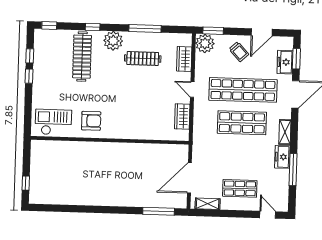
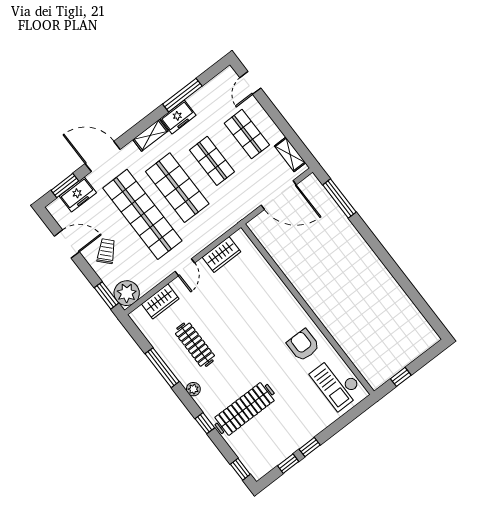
plant: (113, 41) -> (193, 389), width x0.53, depth x0.53
shop shelf: (241, 156) -> (212, 161), added
window: (26, 183) -> (401, 377), moved

